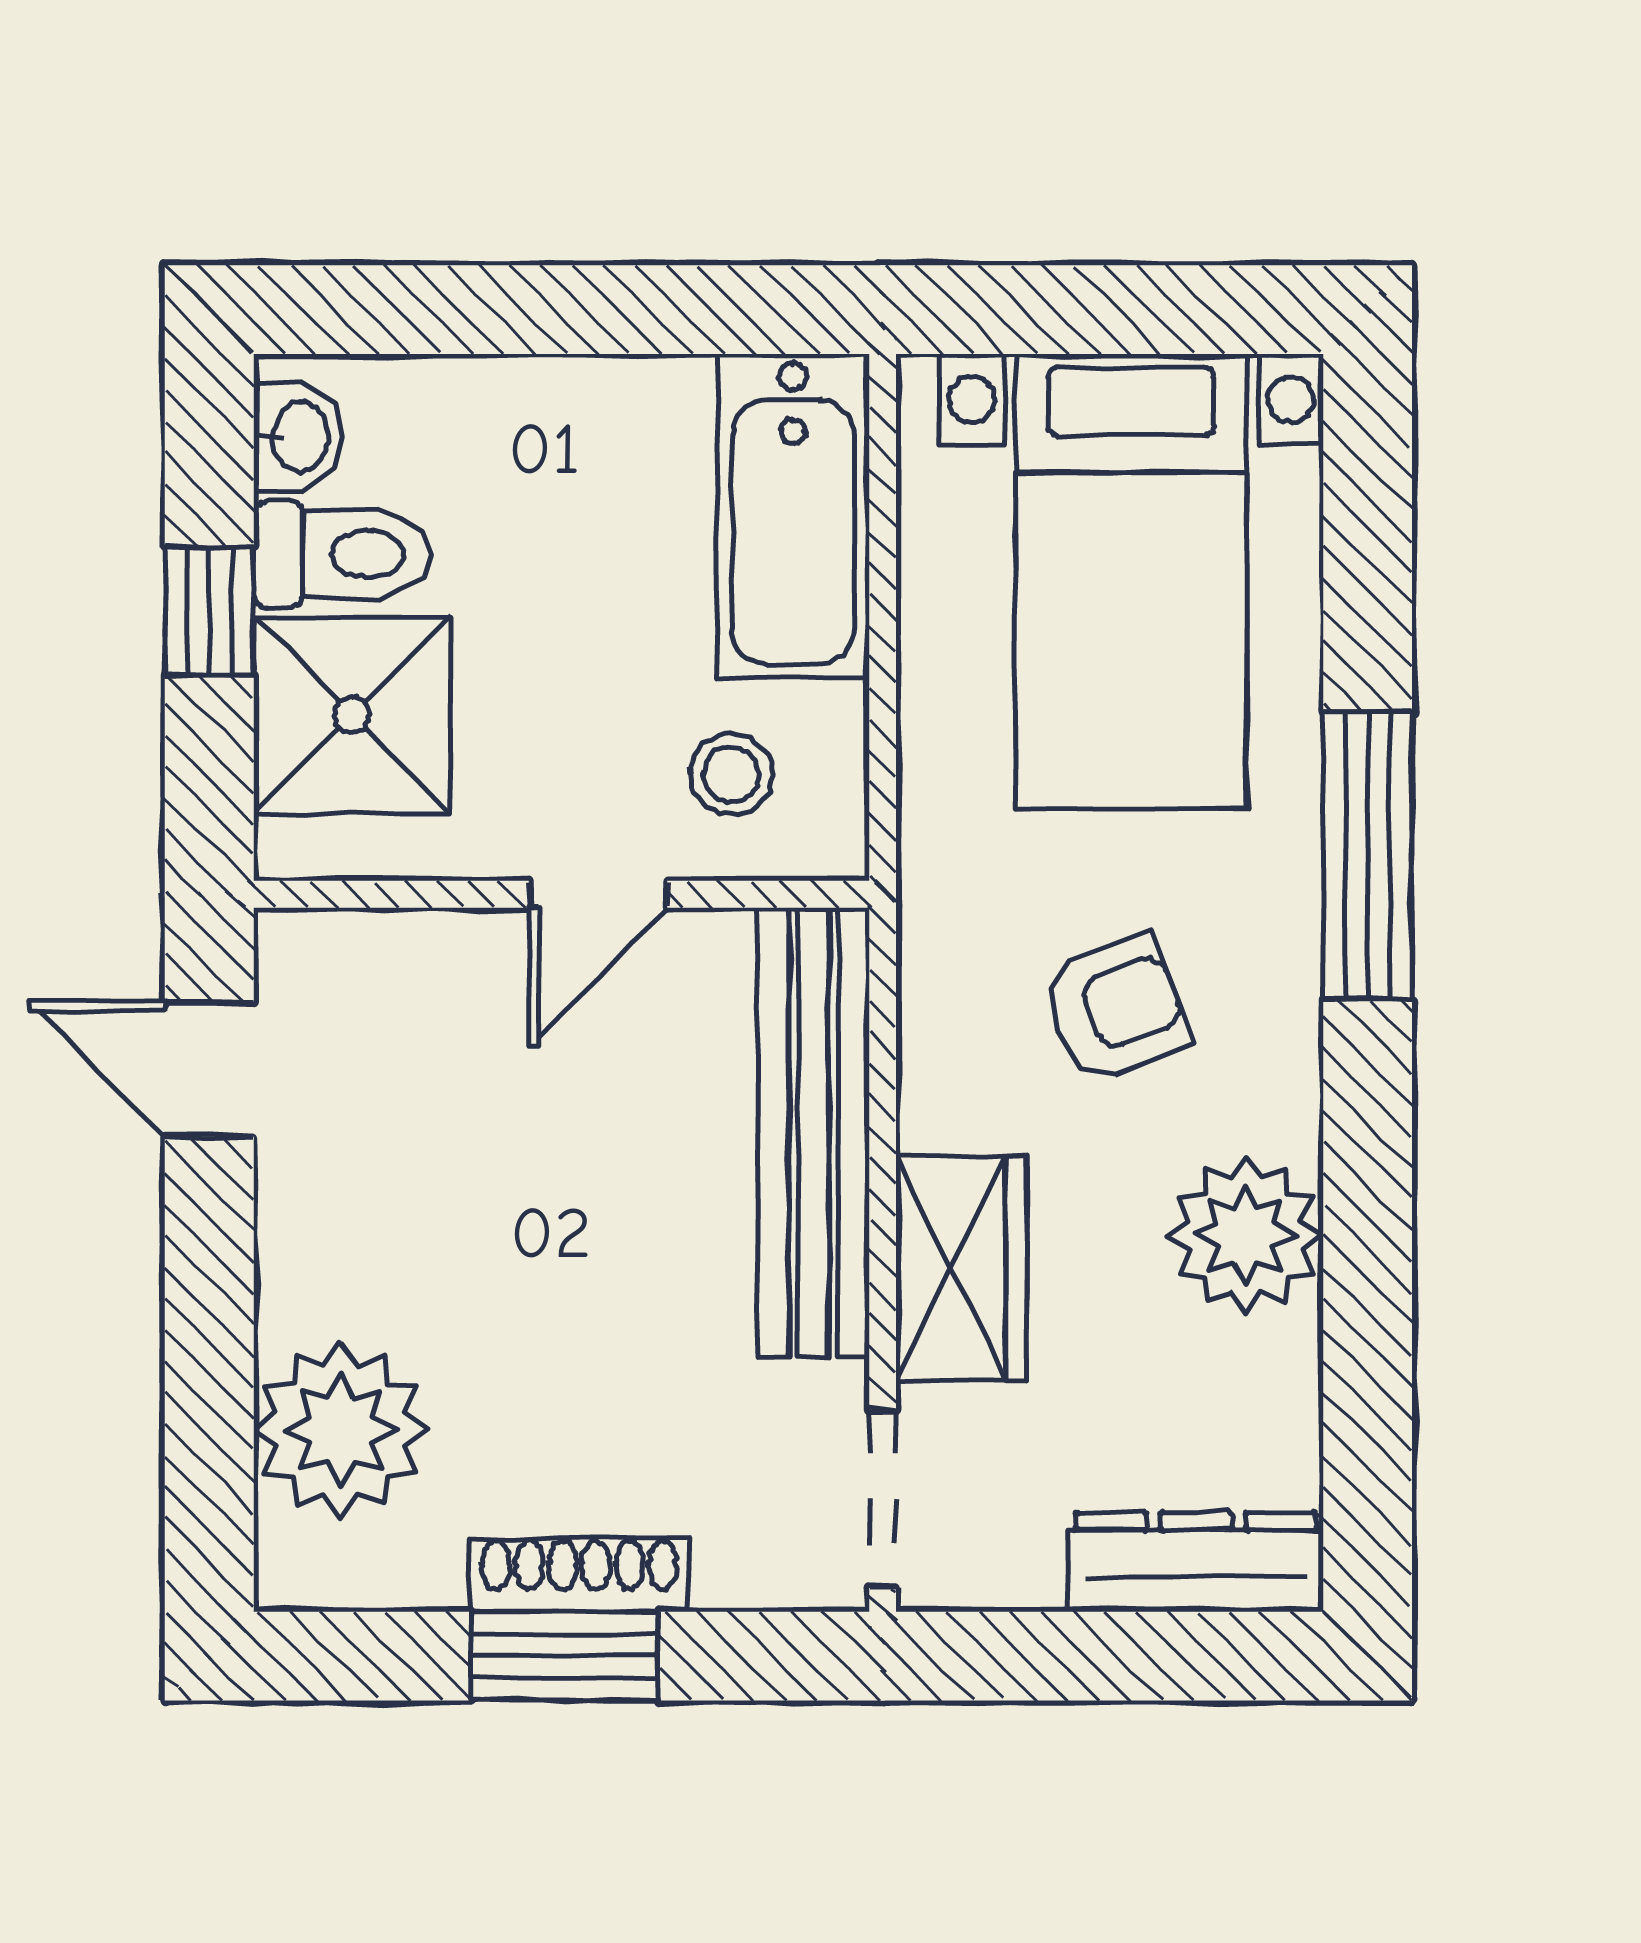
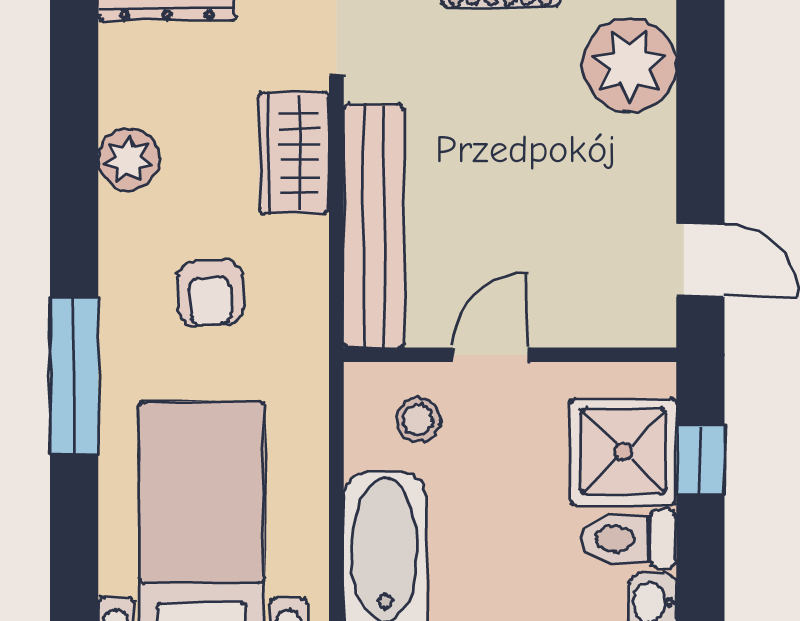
window: (209, 611) -> (700, 460), moved
armchair: (1116, 1008) -> (210, 293), turned -71
plant: (1246, 1235) -> (129, 159), width x0.73, depth x0.73

